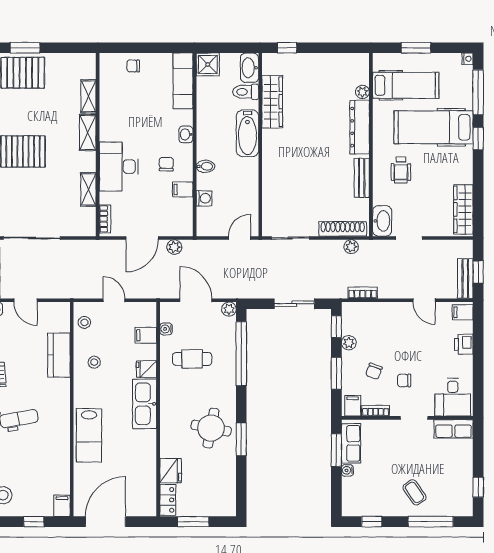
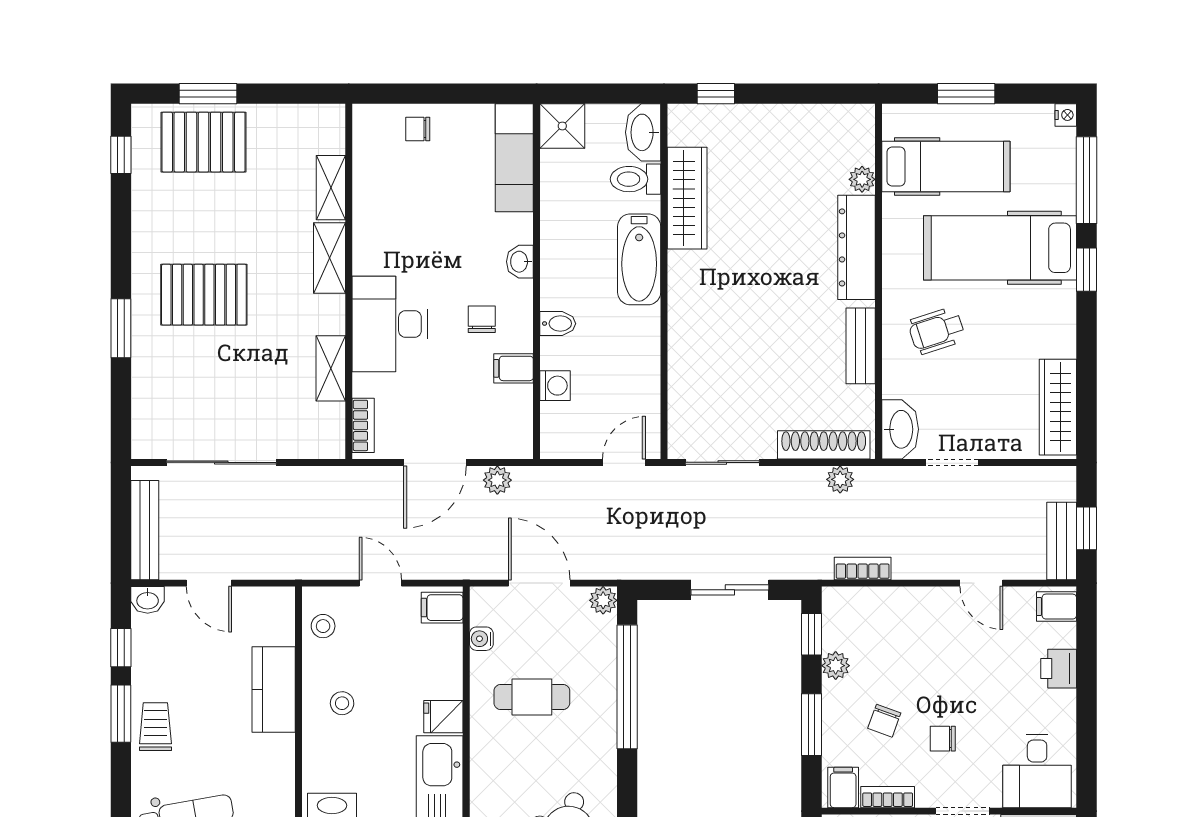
wheelchair: (401, 170) -> (937, 331), turned 72
filing cabinet: (146, 335) -> (442, 608), moved

